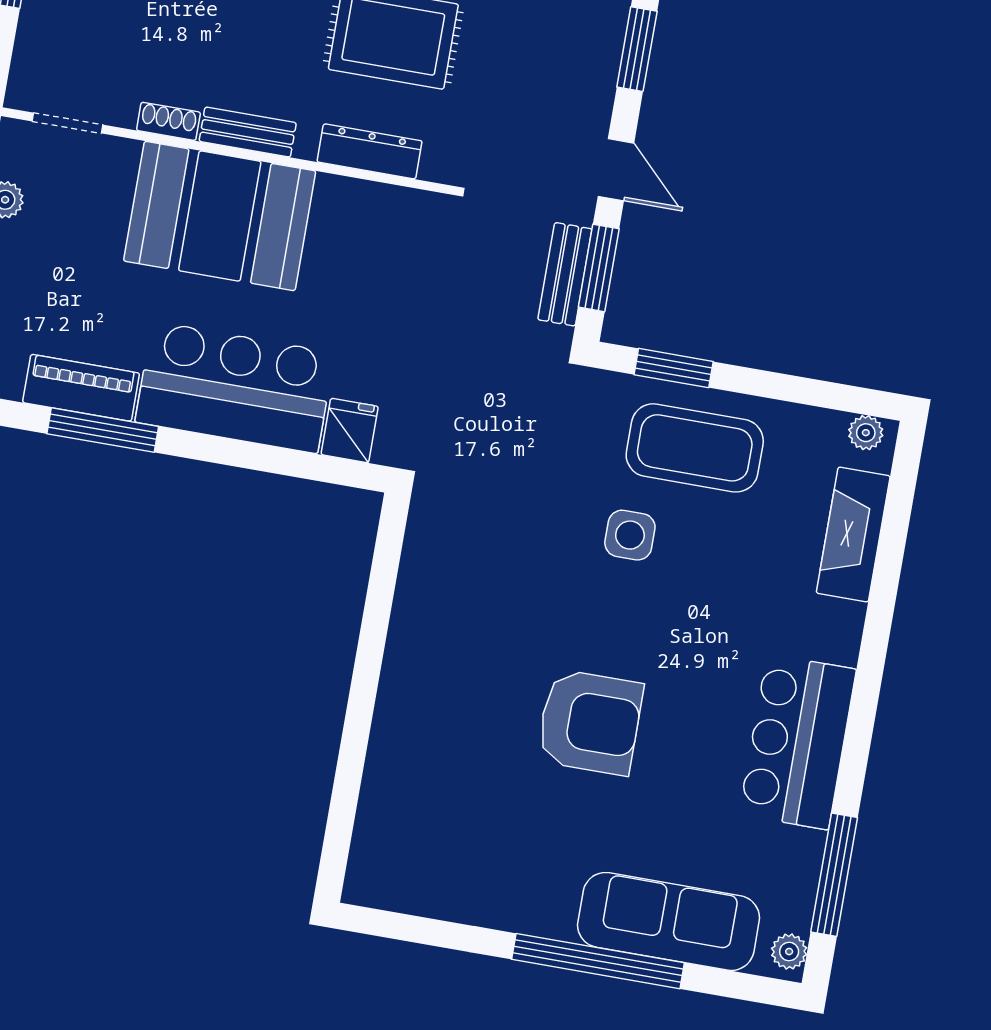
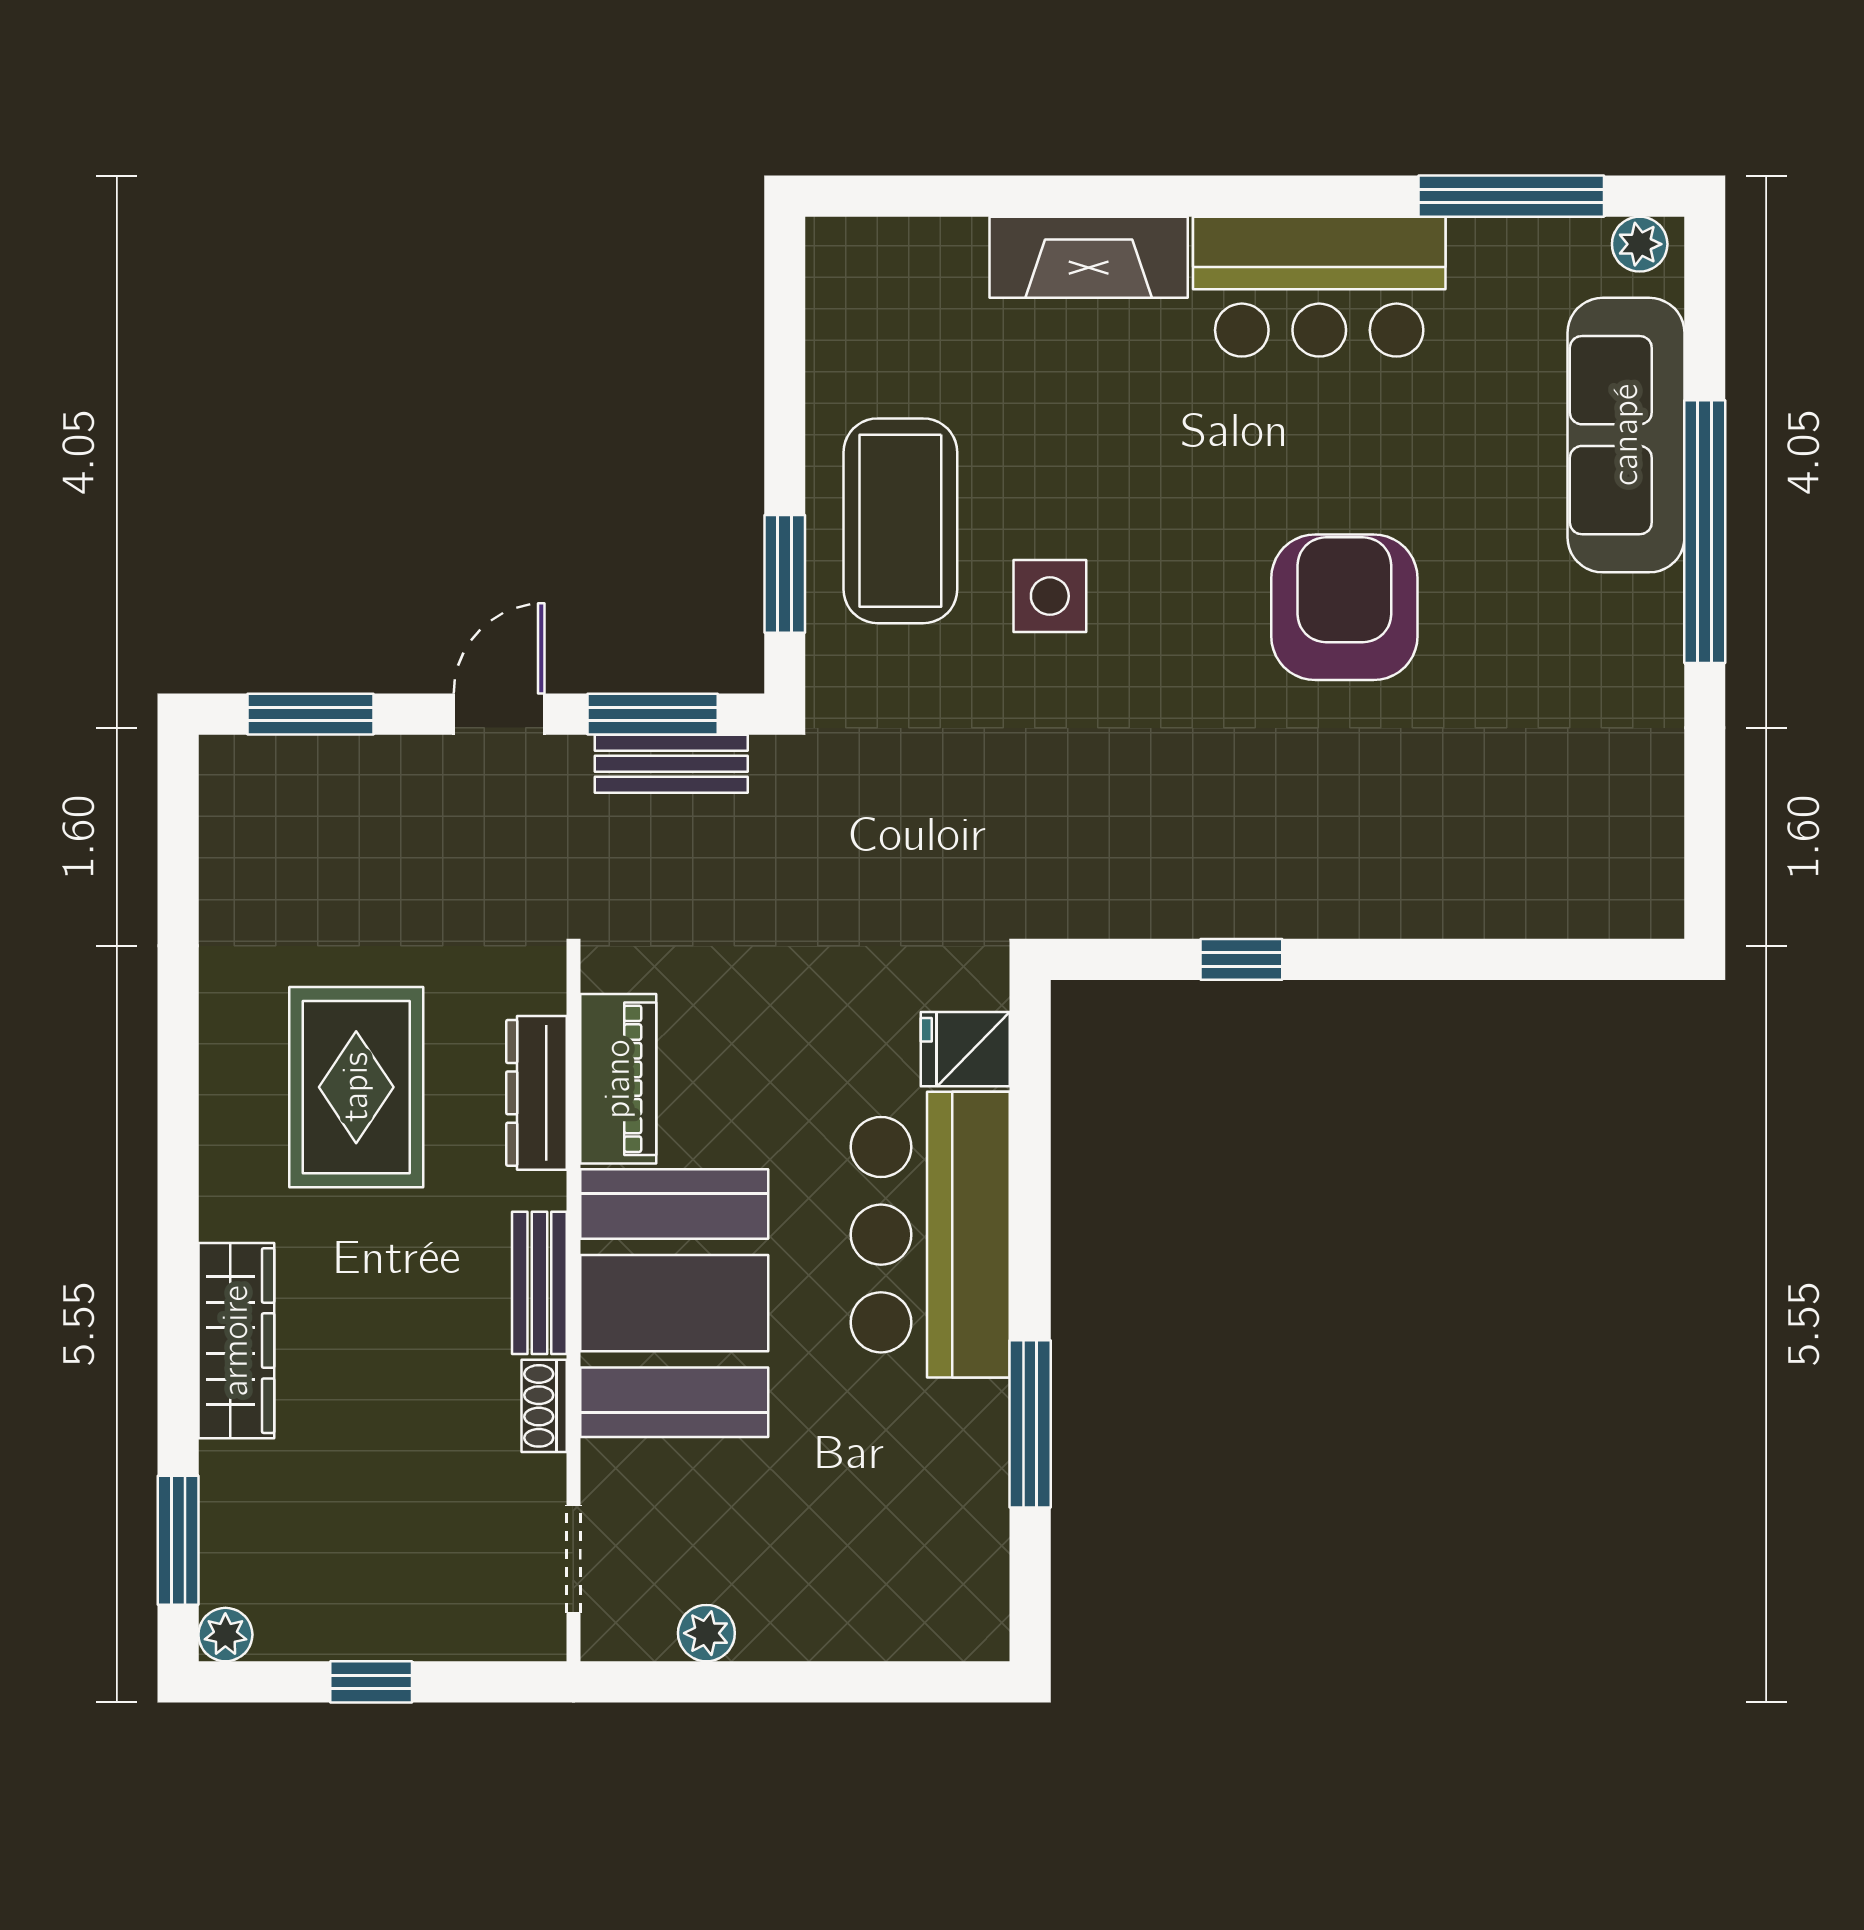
piano: (81, 388) -> (618, 1079), moved, turned 180
plant: (866, 433) -> (832, 265), removed
fireplace: (853, 534) -> (1089, 257), moved
window: (376, 617) -> (1241, 959), added

